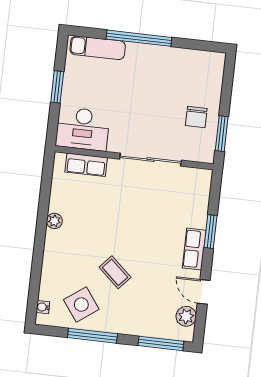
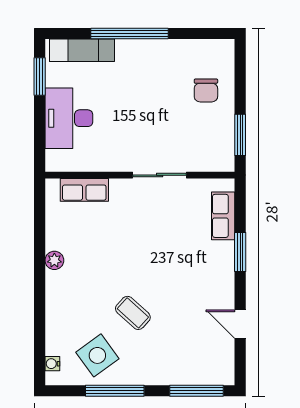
window: (57, 87) -> (40, 77), moved
chair: (196, 117) -> (206, 90), moved
desk: (83, 129) -> (69, 118), moved, turned 90
sliding door: (151, 160) -> (160, 175), width x0.73
row of seats: (194, 249) -> (223, 216), moved
plant: (186, 316) -> (223, 355), removed

